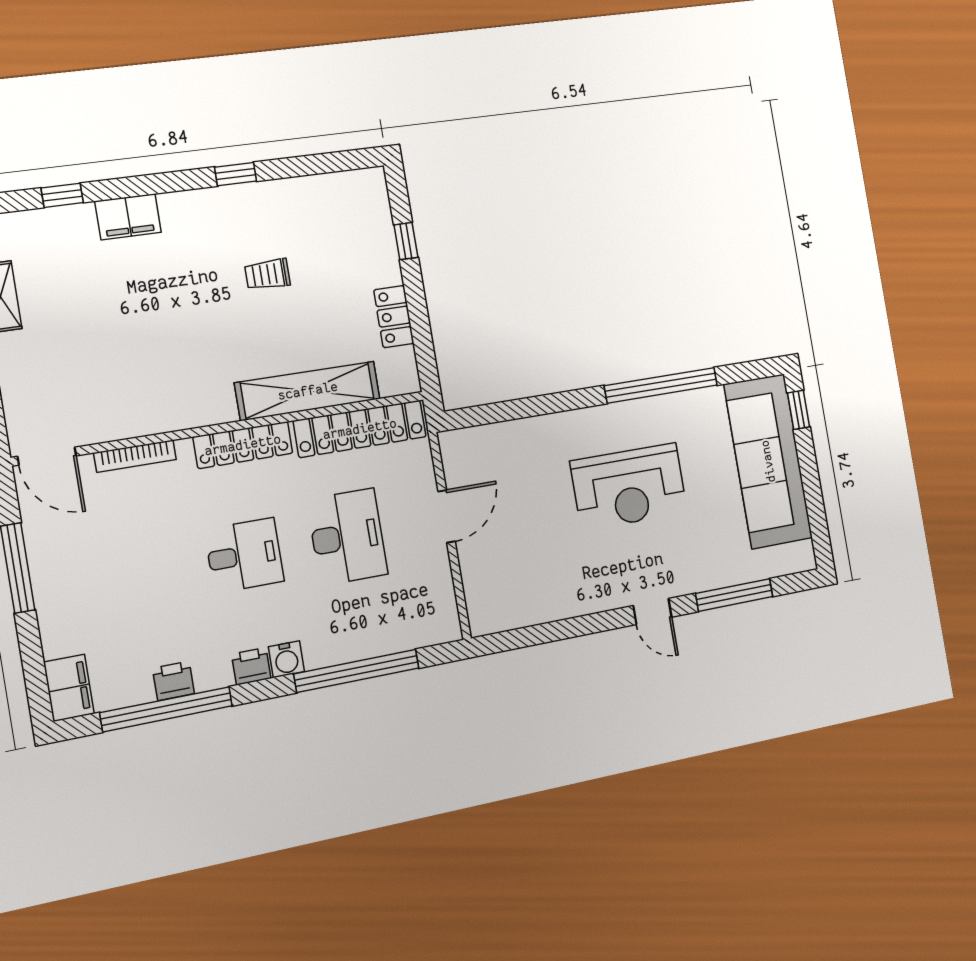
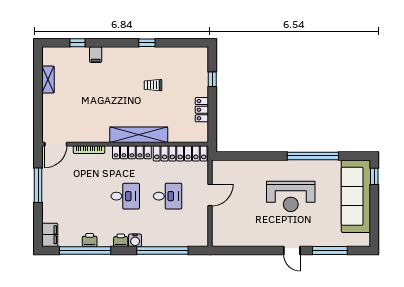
filing cabinet: (128, 217) -> (96, 55), width x0.50
shelving: (308, 391) -> (139, 135), moved
door: (47, 456) -> (56, 144), hinge flipped
desk: (347, 537) -> (168, 196), width x0.73

